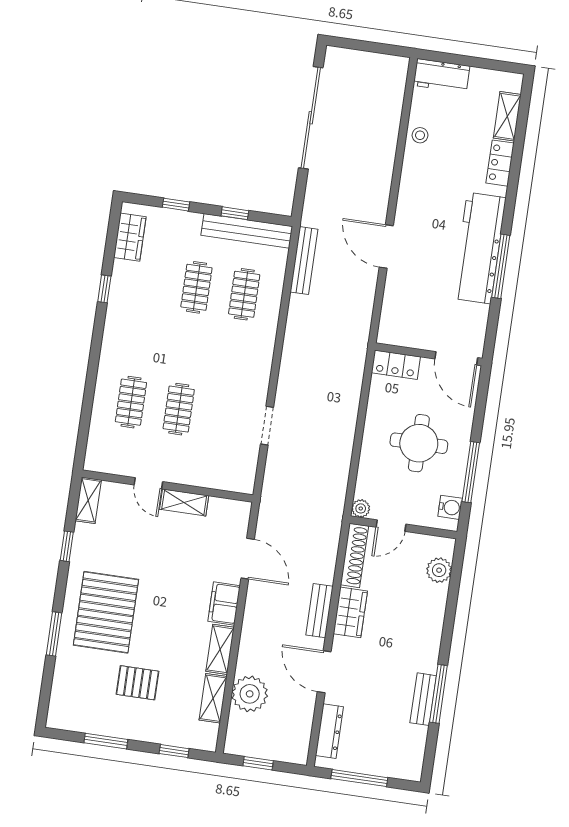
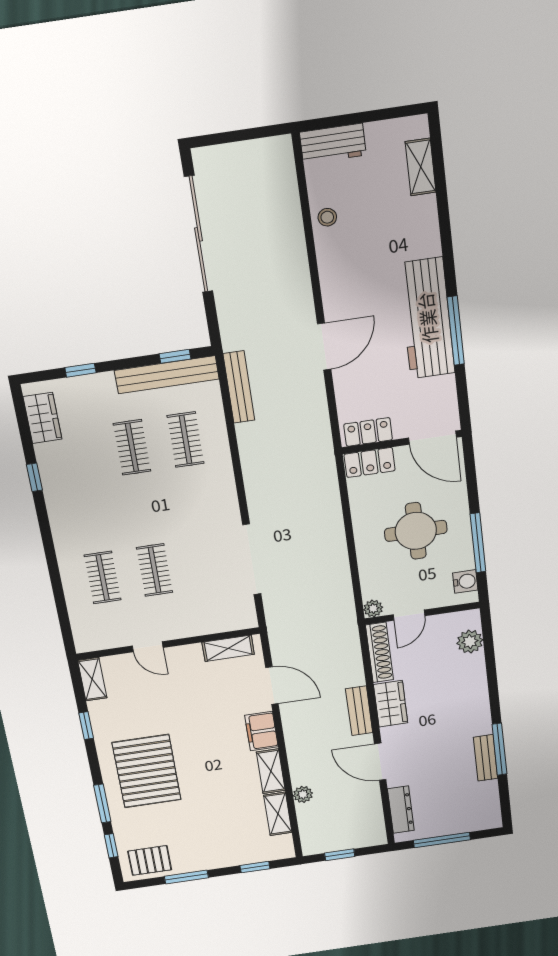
locker: (500, 163) -> (368, 432), moved, turned 90
window: (235, 213) -> (175, 356), moved
door: (386, 246) -> (324, 347), swing flipped
doorway: (267, 426) -> (252, 559), width x1.87
shelving: (184, 502) -> (228, 648), moved
window: (47, 683) -> (111, 846), added
pallet: (137, 683) -> (150, 860), moved
plant: (250, 694) -> (303, 794), width x0.53, depth x0.53

